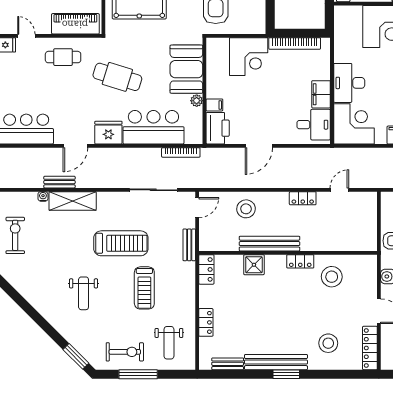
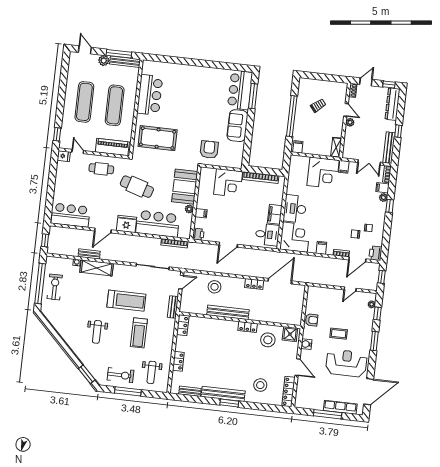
printer: (218, 128) -> (198, 234), width x0.53, depth x0.68
door: (339, 190) -> (280, 281), width x1.88
shower: (254, 265) -> (290, 334), moved

